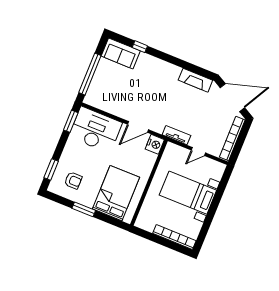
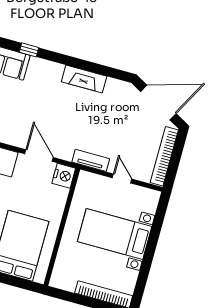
fireplace: (195, 80) -> (84, 79), moved
door: (138, 127) -> (39, 156), swing flipped
door: (198, 151) -> (122, 178), swing flipped

